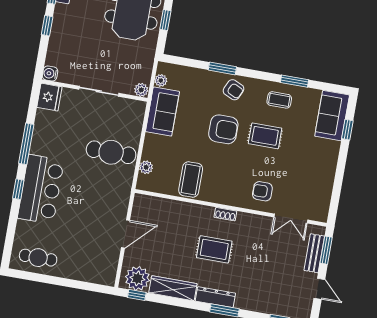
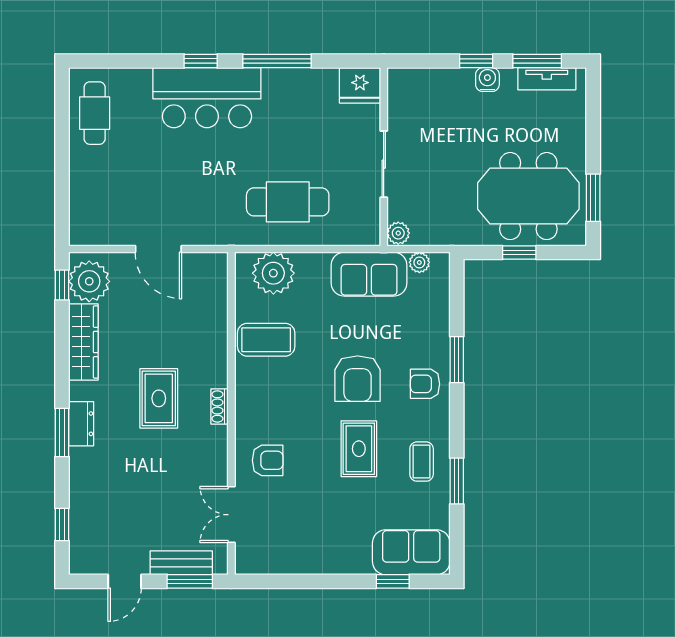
water cooler: (50, 73) -> (487, 80), moved
armchair: (233, 90) -> (425, 384), turned 65
cafe table: (111, 152) -> (288, 202), turned 90
plant: (146, 167) -> (273, 273), width x1.88, depth x1.88
armchair: (262, 191) -> (268, 460), turned 90
dresser: (215, 297) -> (81, 424), width x0.70

